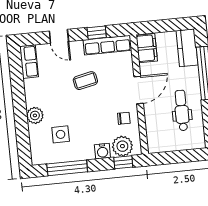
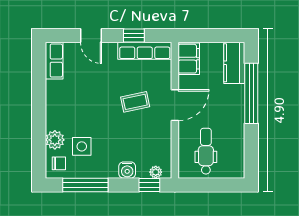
coffee table: (85, 81) -> (135, 102), moved
dental chair: (182, 110) -> (206, 151), moved
plant: (35, 115) -> (55, 140), moved
chair: (124, 118) -> (59, 163), moved
plant: (122, 146) -> (156, 172), width x0.53, depth x0.53

